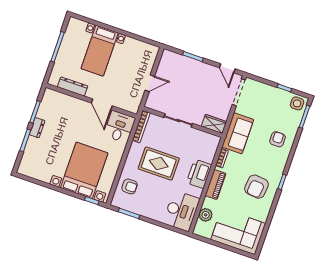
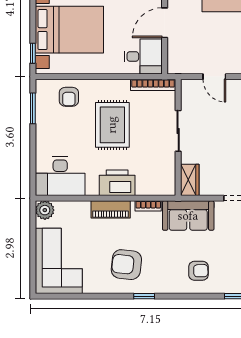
plant: (206, 215) -> (45, 210), moved

